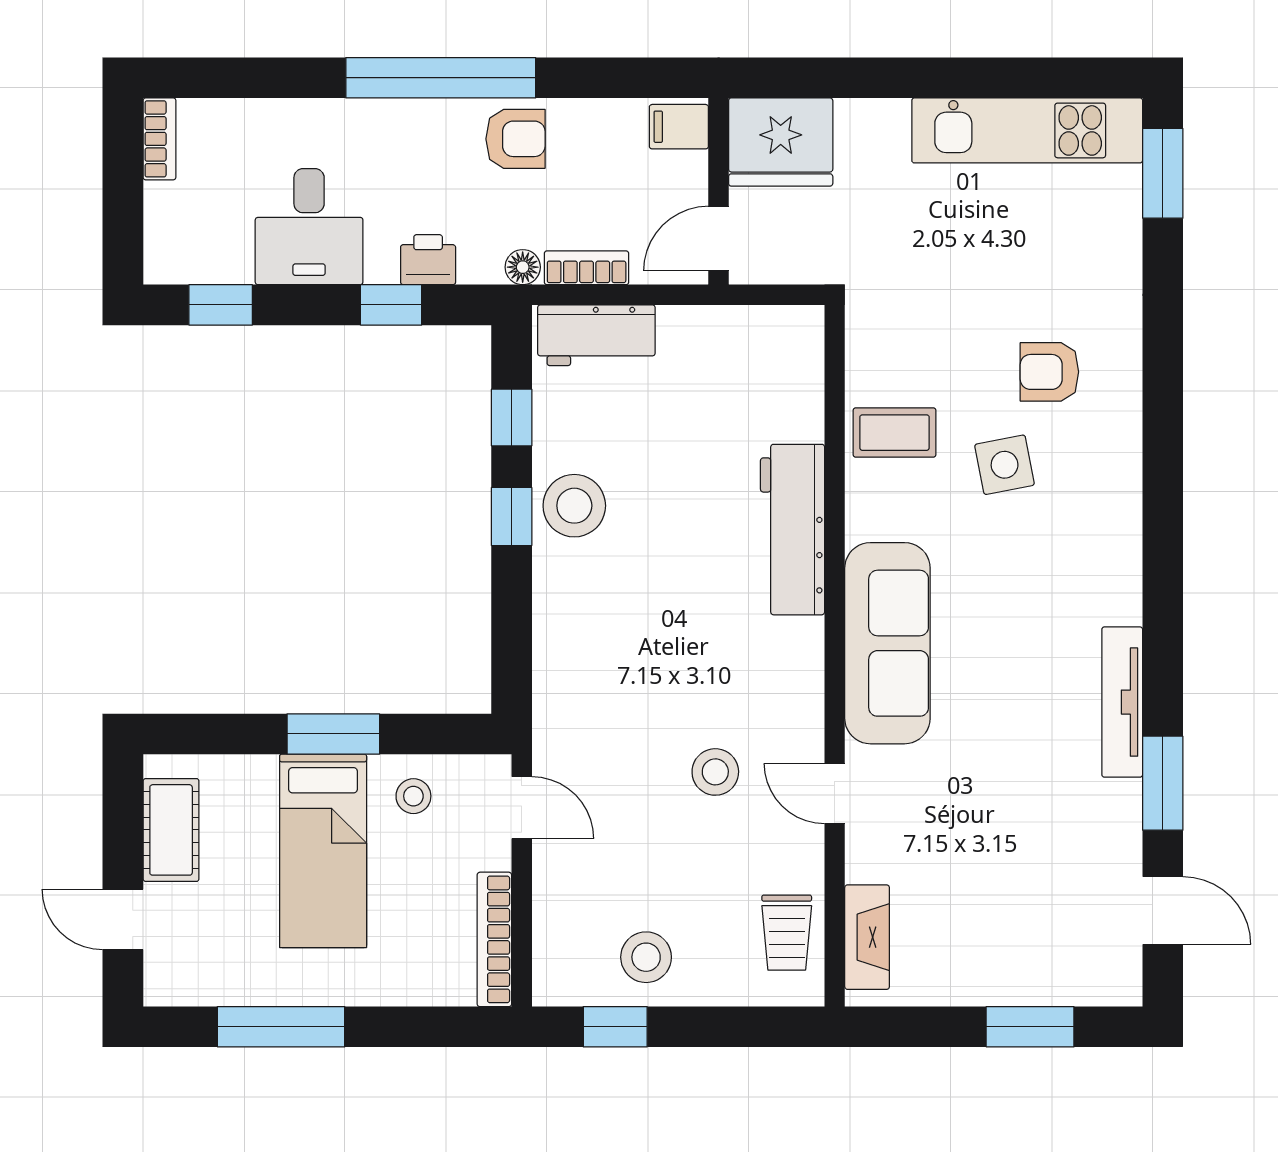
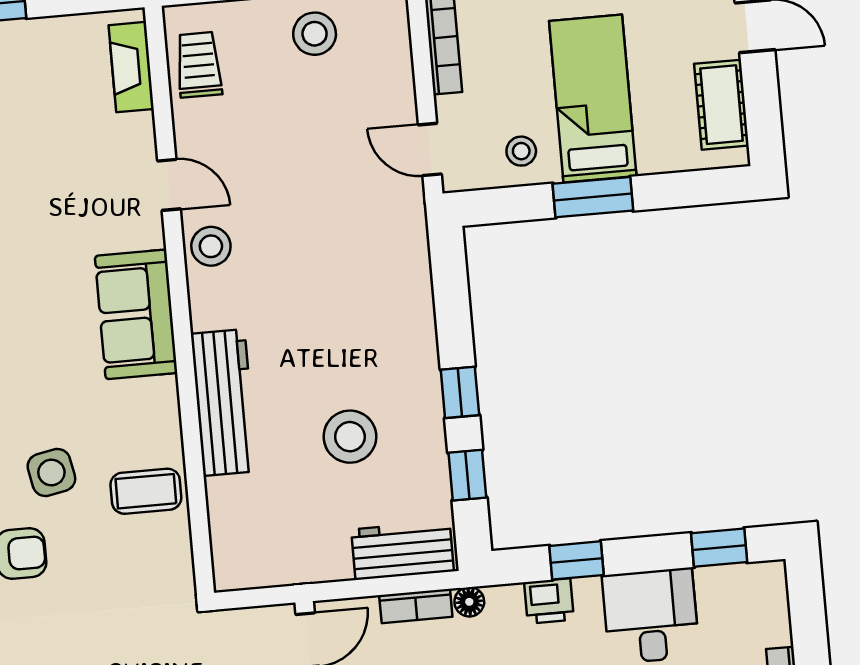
stool: (574, 506) -> (350, 437), moved
sofa: (887, 643) -> (136, 314), width x0.73
stool: (715, 772) -> (211, 246), moved

